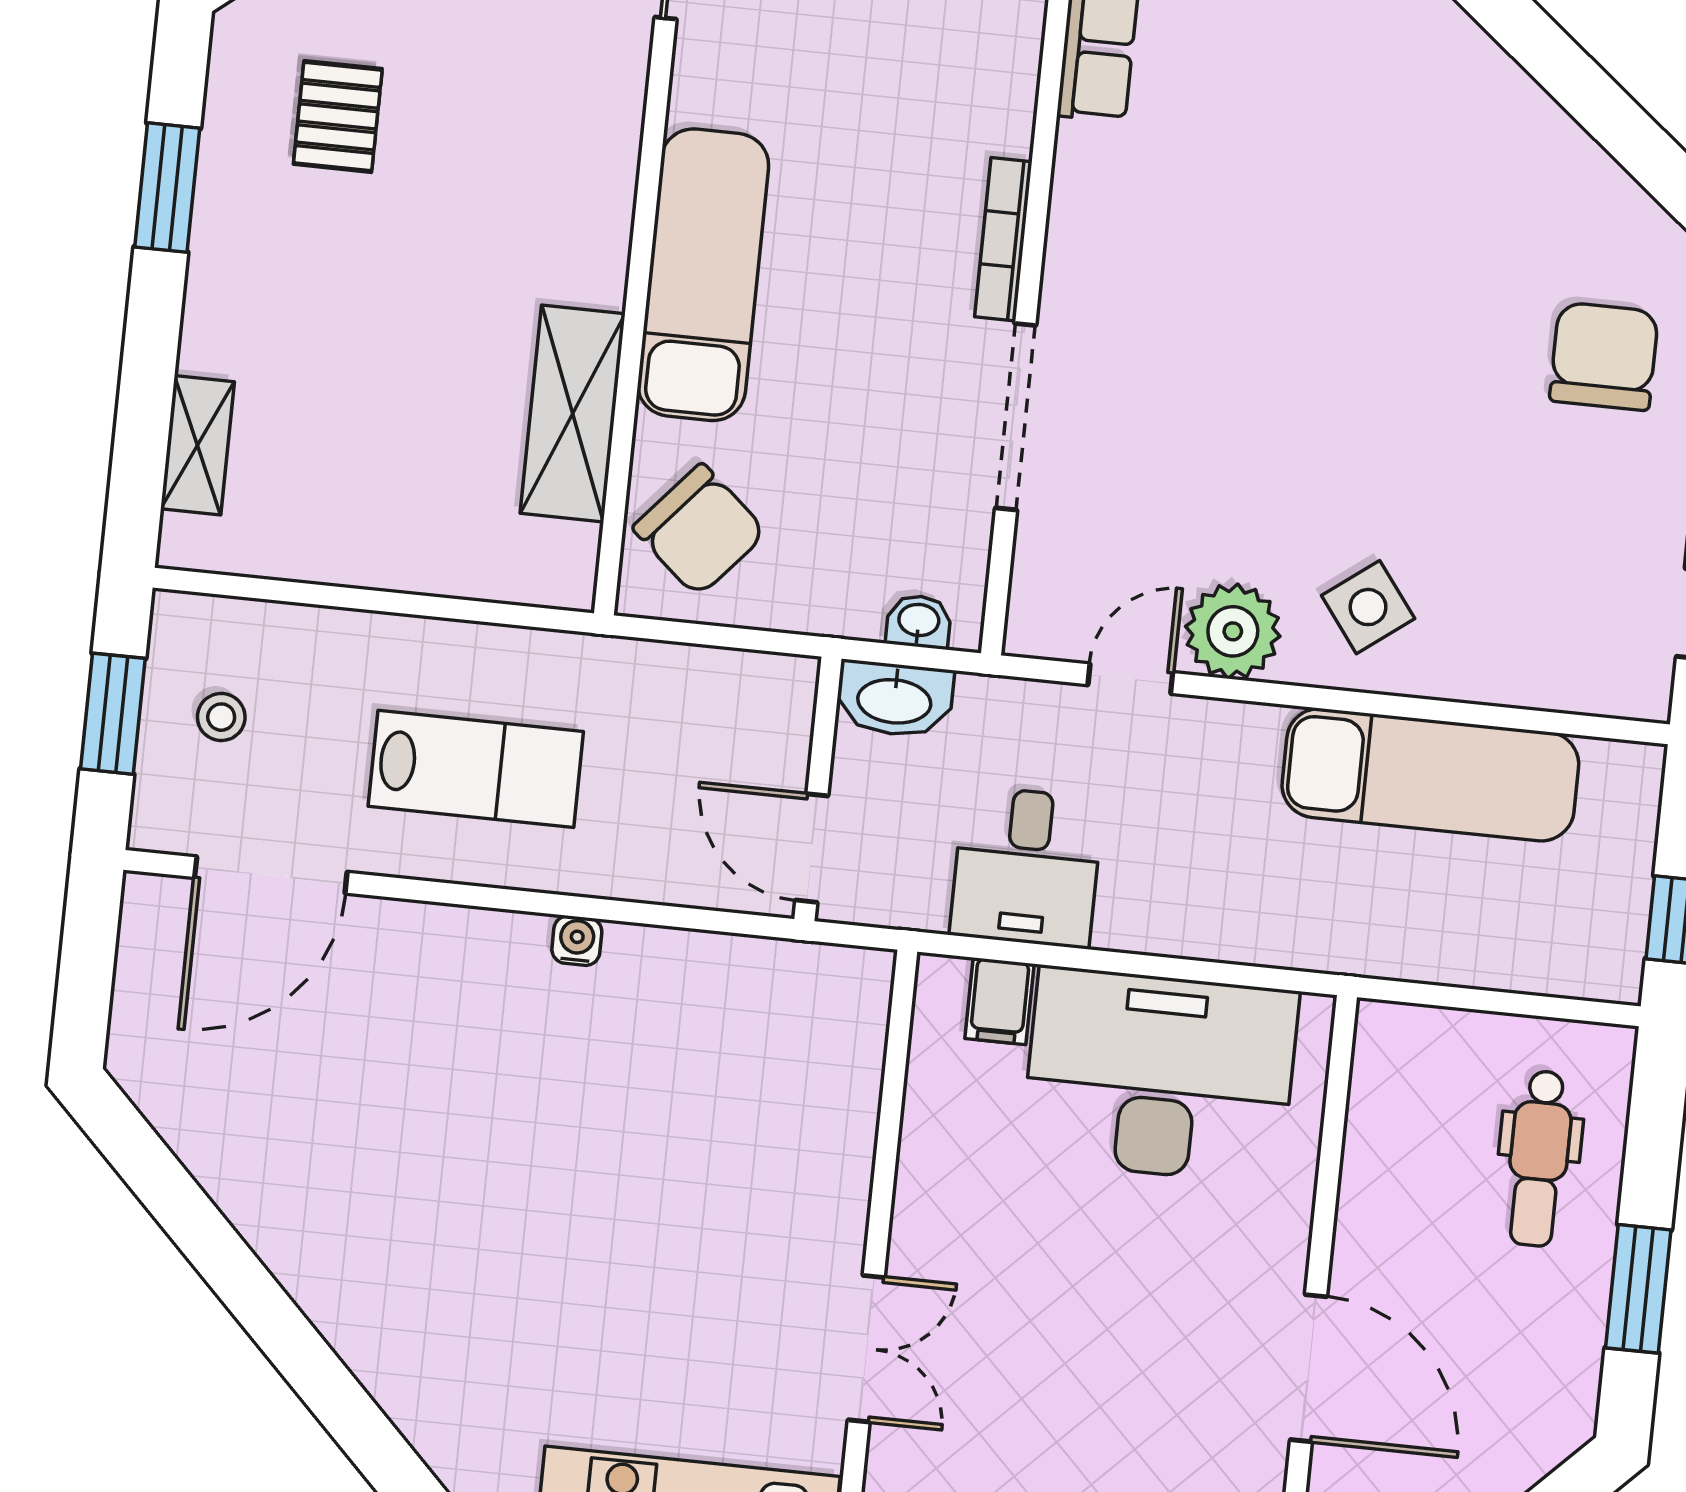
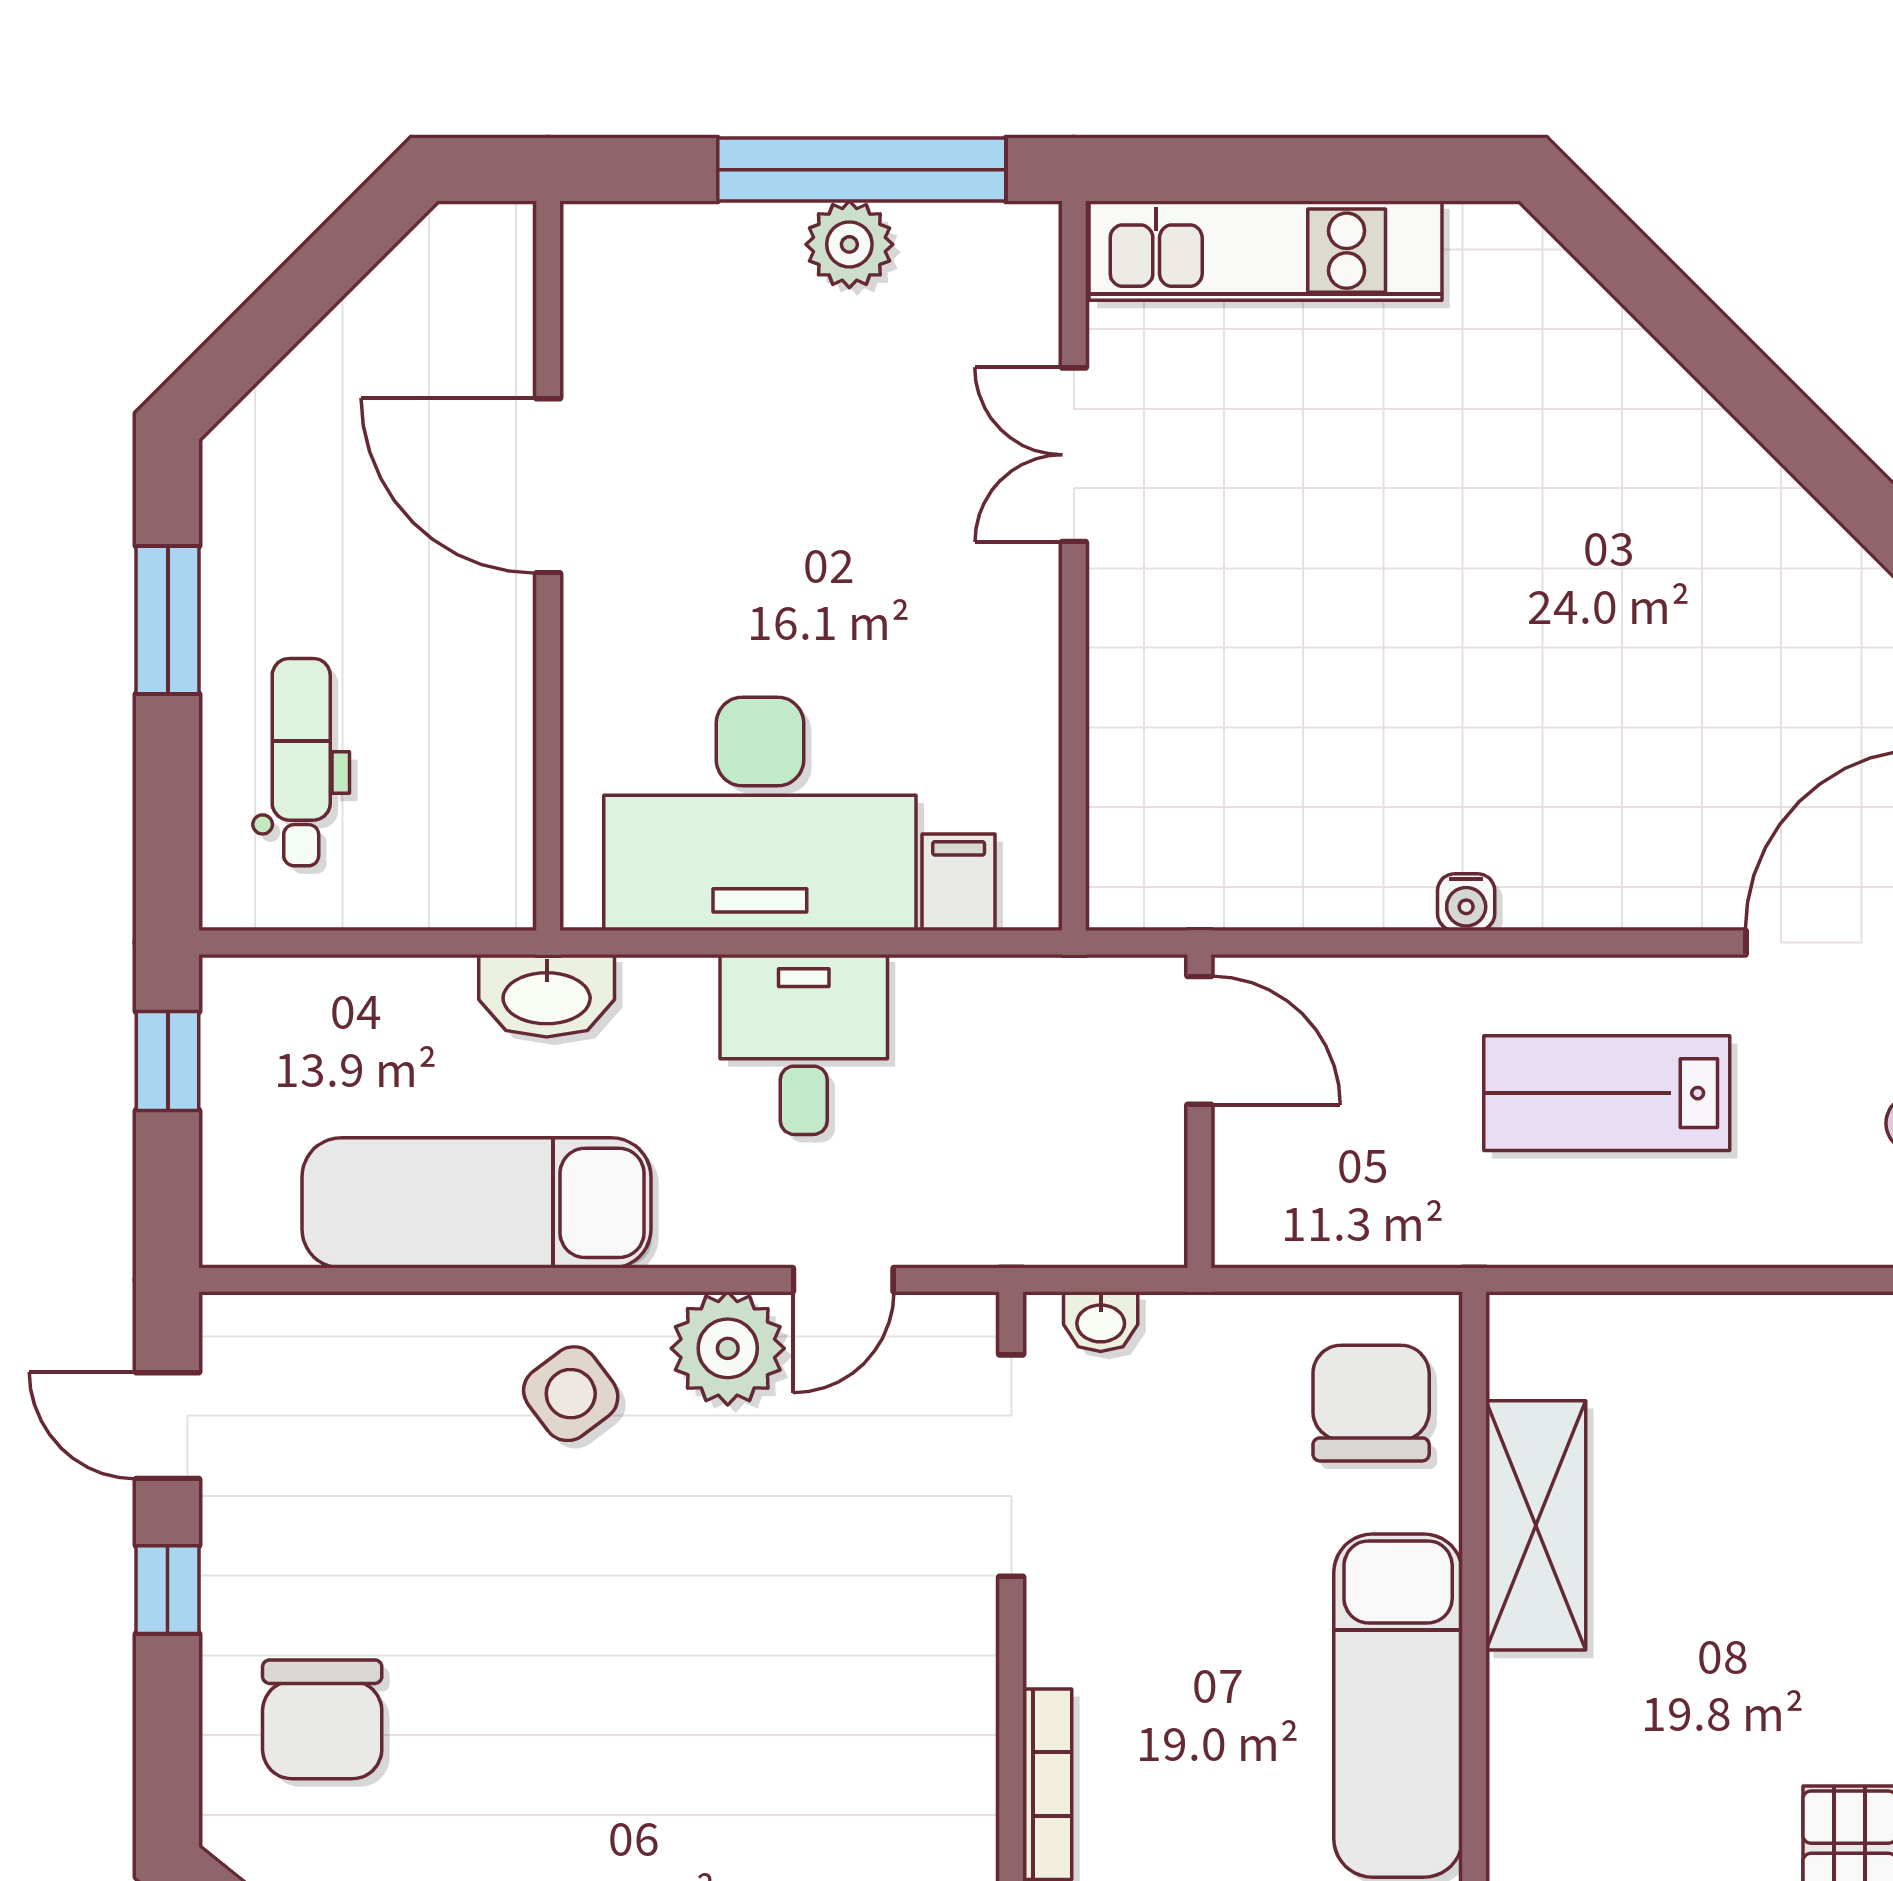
doorway: (1016, 417) -> (1011, 1466), moved
chair: (700, 530) -> (1371, 1403), turned 49
washbasin: (894, 699) -> (547, 996), moved, turned 180
desk: (1026, 867) -> (804, 1044), moved

